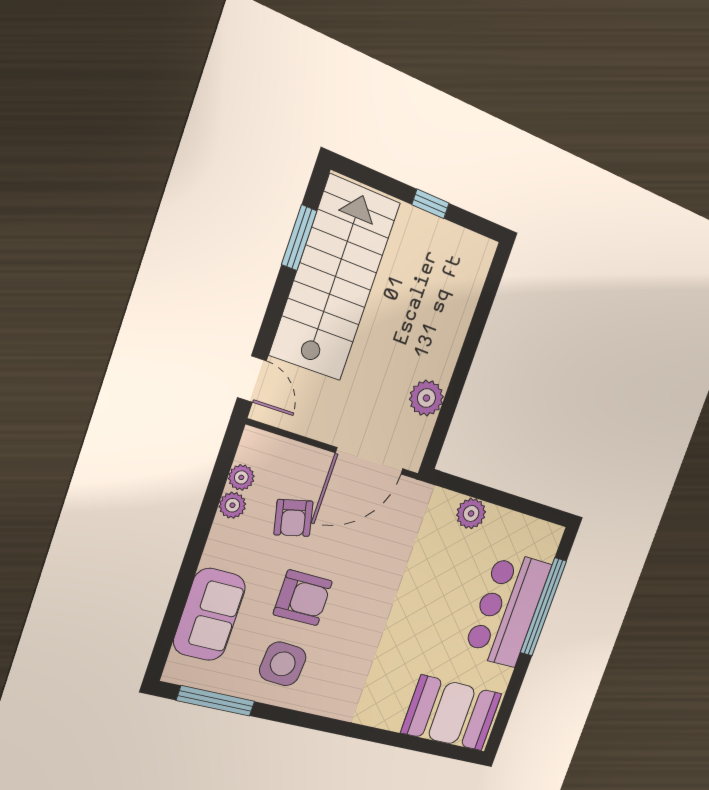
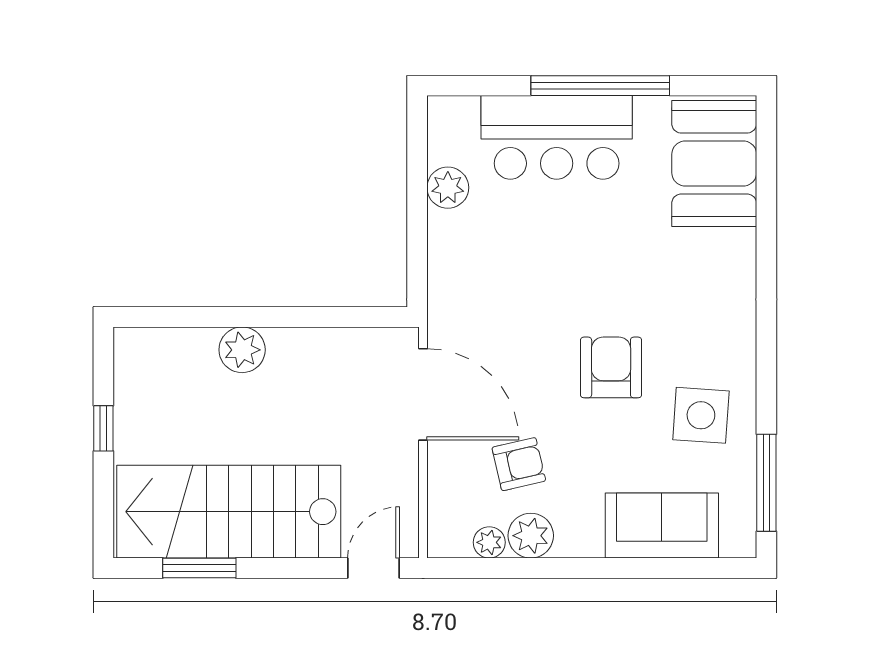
plant: (426, 398) -> (242, 350), moved
plant: (232, 505) -> (531, 536), width x1.38, depth x1.38
plant: (471, 513) -> (448, 188), moved
armchair: (303, 598) -> (611, 367), moved
window: (543, 607) -> (600, 86), moved

